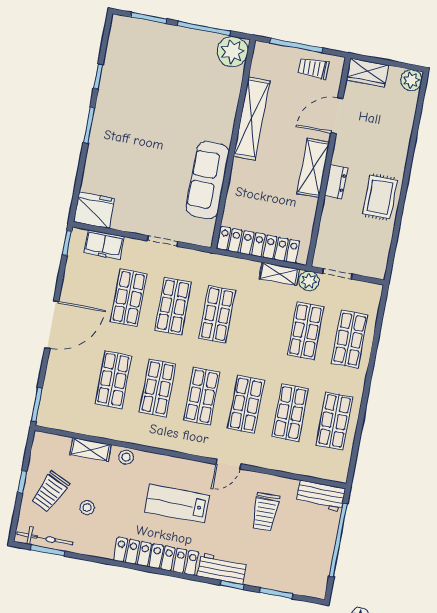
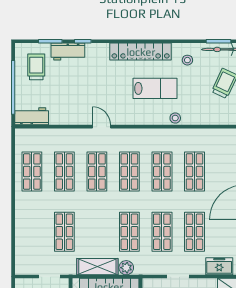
shelving: (279, 274) -> (97, 267), width x1.50, depth x1.33
plant: (309, 281) -> (126, 268), moved
shop shelf: (350, 339) -> (32, 232), removed
shelving: (90, 450) -> (202, 119), removed
door: (228, 464) -> (102, 127), hinge flipped
lab bench: (177, 504) -> (155, 88), moved
stool: (87, 508) -> (187, 60), moved
trolley: (265, 512) -> (36, 67), moved
workbench: (222, 569) -> (68, 52), moved

